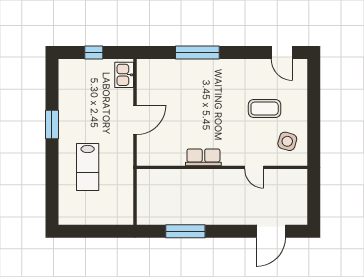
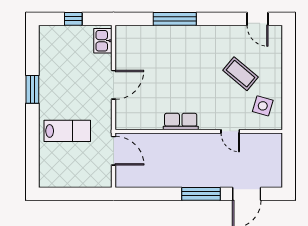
coffee table: (265, 109) -> (241, 74), turned 40
lab bench: (88, 167) -> (67, 131), turned -90
door: (135, 187) -> (114, 151), added
window: (185, 231) -> (201, 194), moved

